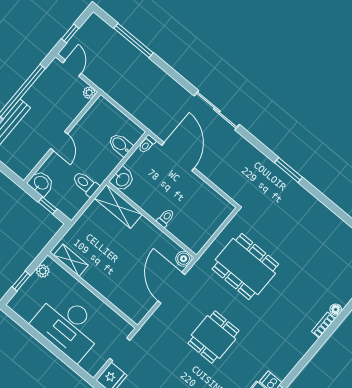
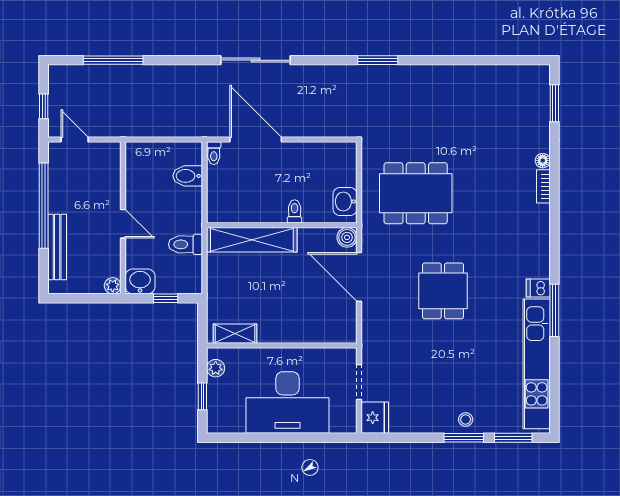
plant: (89, 93) -> (113, 286), moved
washbasin: (122, 179) -> (345, 201), moved, turned 180
shelving: (118, 206) -> (252, 240), width x1.47

